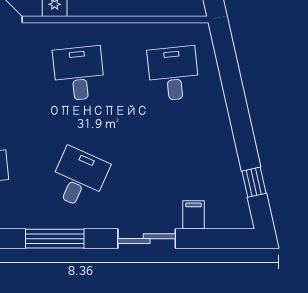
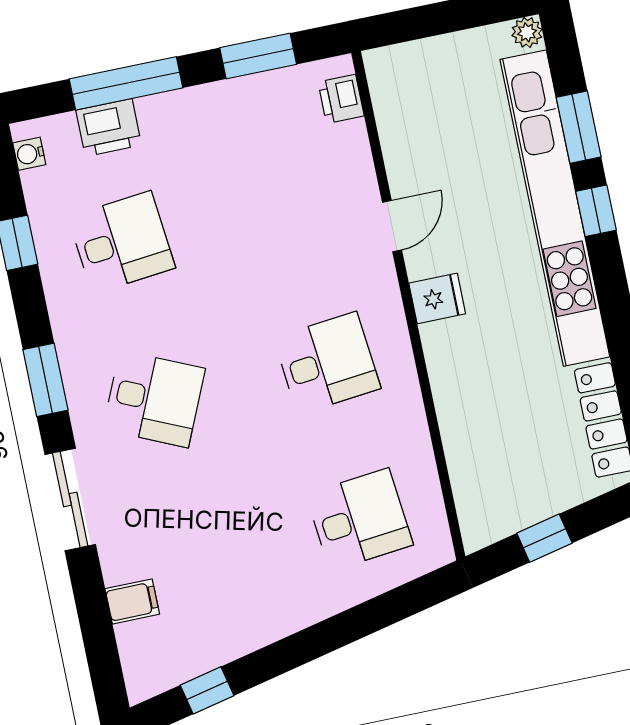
window: (55, 239) -> (45, 380), width x0.69
sliding door: (147, 239) -> (70, 499), moved

